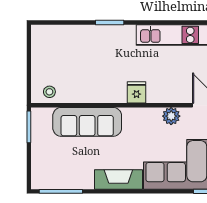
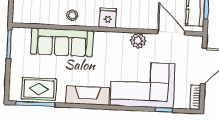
stool: (49, 92) -> (72, 15), moved
rug: (64, 175) -> (39, 89), added

